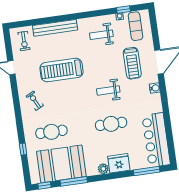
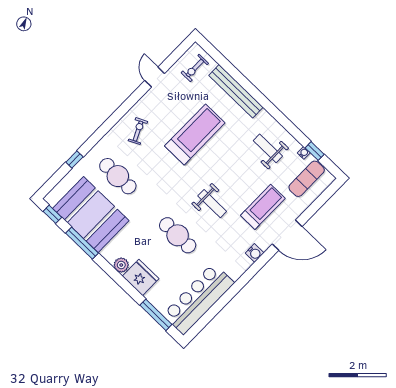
treadmill: (132, 63) -> (263, 207), turned 180
treadmill: (61, 70) -> (195, 134), turned 90
weight bench: (108, 90) -> (212, 204), turned 180

